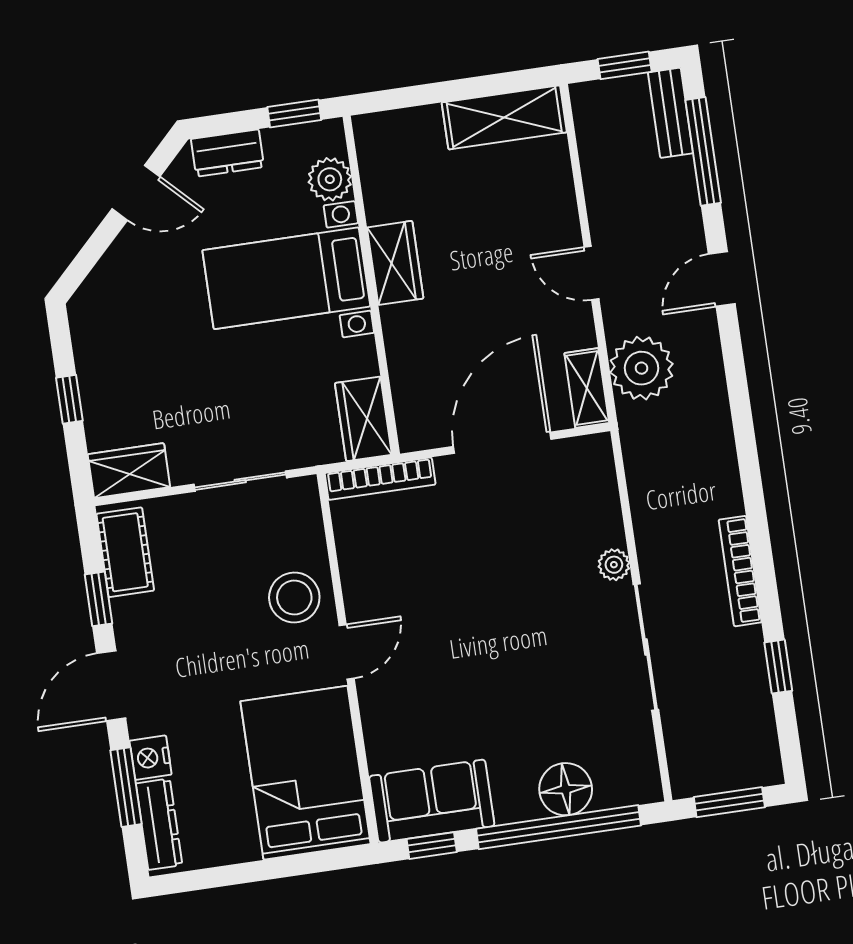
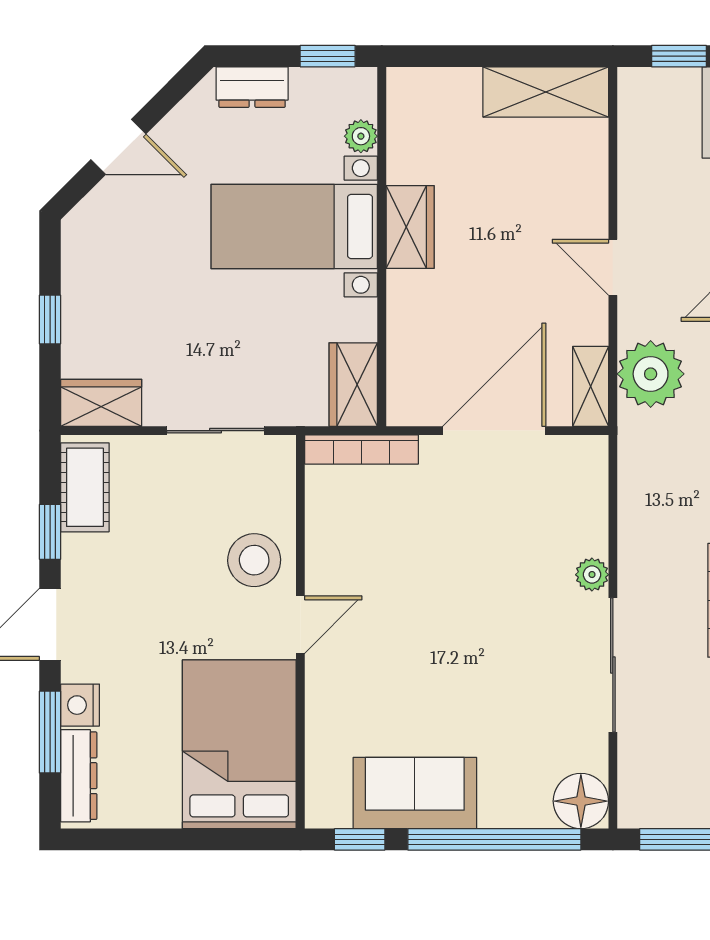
plant: (330, 179) -> (361, 136), width x0.73, depth x0.73
door: (136, 193) -> (118, 147), moved
floor lamp: (566, 789) -> (581, 801), moved
sofa: (432, 801) -> (415, 793), moved

